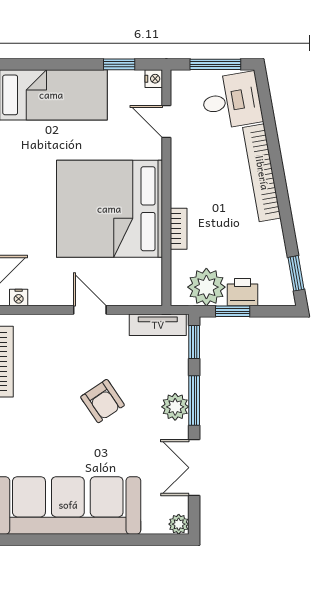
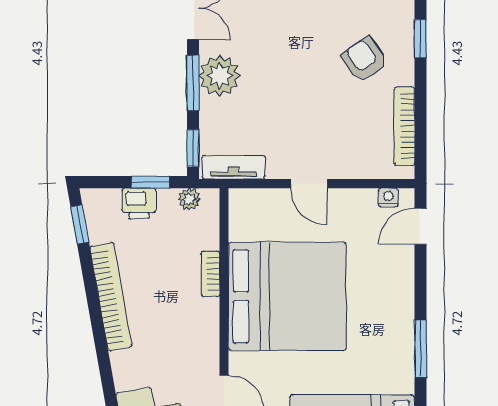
bookcase: (262, 173) -> (111, 297), moved
plant: (206, 287) -> (189, 199), width x0.53, depth x0.53
armchair: (102, 401) -> (364, 60), moved
plant: (175, 407) -> (220, 76), width x1.36, depth x1.36

